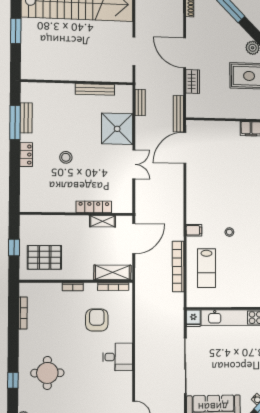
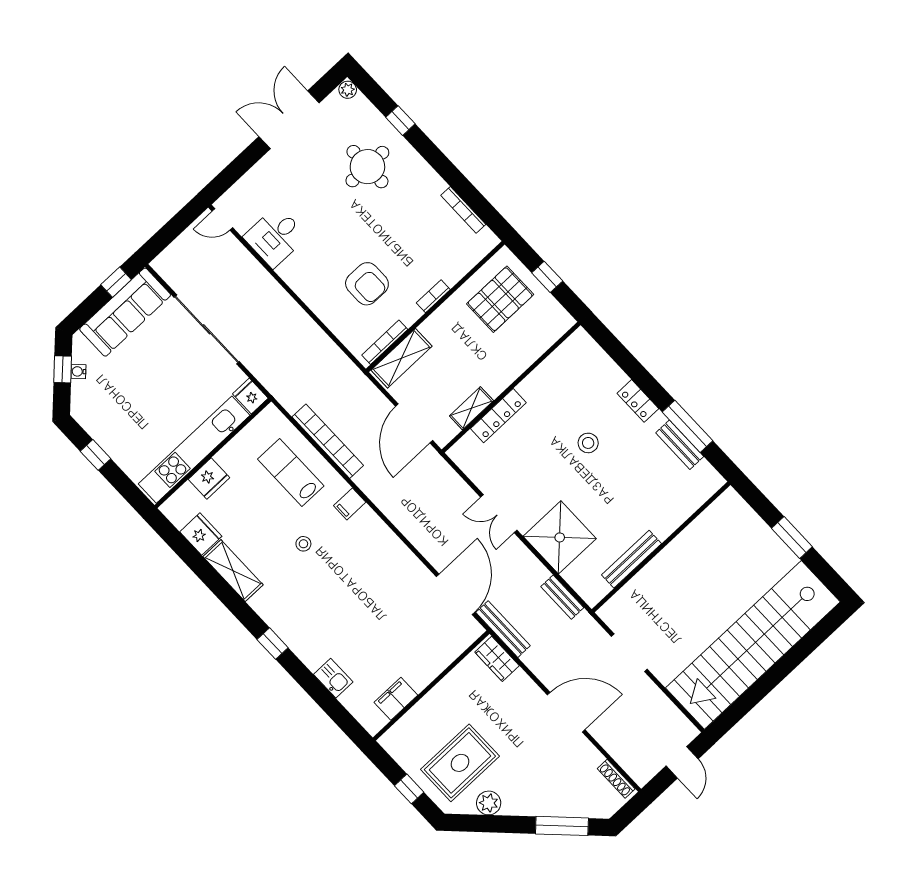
wardrobe: (193, 82) -> (497, 659), moved
fridge: (244, 299) -> (209, 478), added
desk: (118, 357) -> (275, 237), moved

